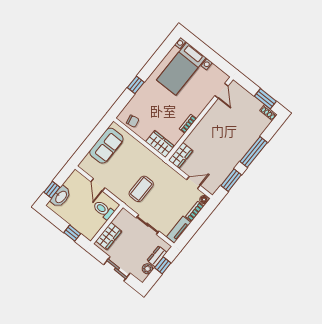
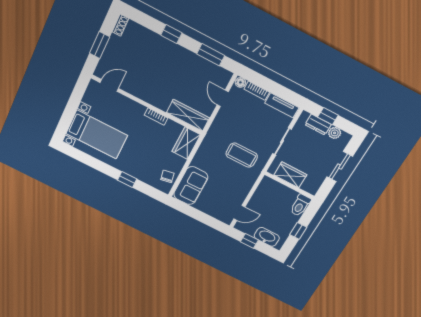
window: (265, 99) -> (100, 45), moved
sofa: (106, 146) -> (191, 186), moved, turned 90
window: (254, 152) -> (171, 34), width x0.46
wardrobe: (181, 155) -> (188, 115), width x1.50
door: (98, 185) -> (239, 213), moved
window: (52, 190) -> (249, 241), moved
toilet: (103, 210) -> (300, 205), moved
window: (72, 233) -> (298, 231), moved
wardrobe: (109, 236) -> (290, 175), moved

